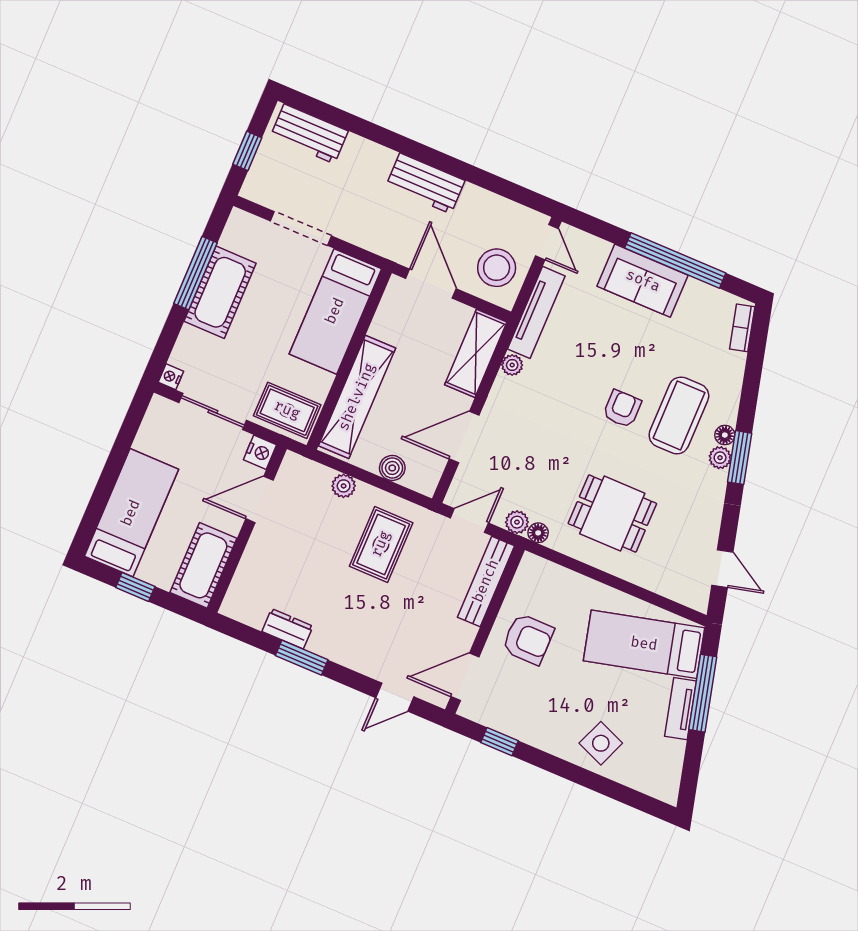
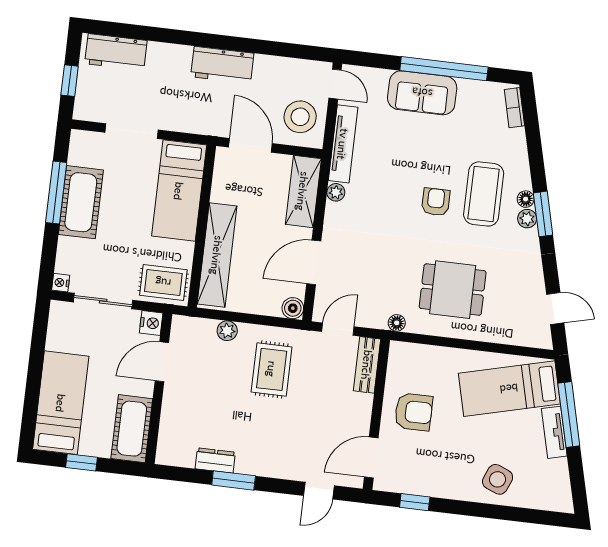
boiler: (392, 468) -> (293, 308), moved
plant: (517, 522) -> (377, 319), removed
bench: (486, 581) -> (367, 365), width x0.73

